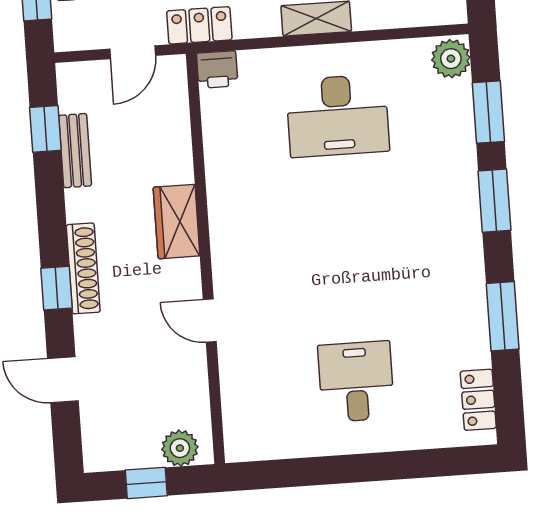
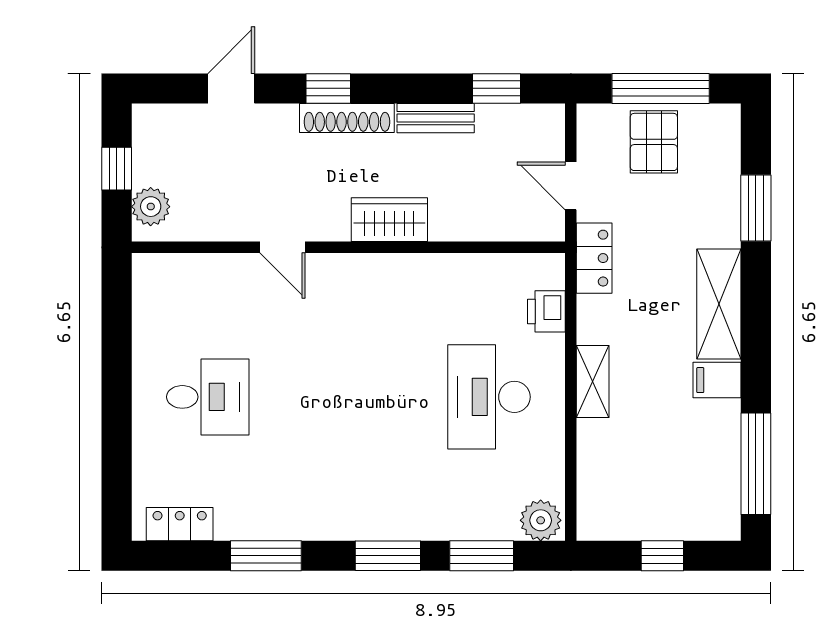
printer: (217, 69) -> (546, 311), moved
bench: (75, 151) -> (436, 118), moved
door: (210, 321) -> (283, 247), swing flipped

